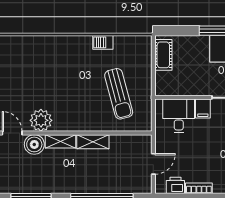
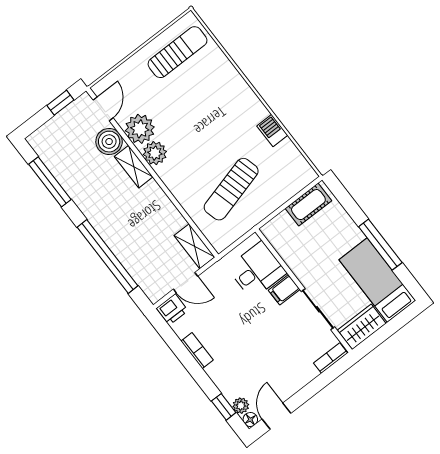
sun lounger: (13, 63) -> (178, 52), added
plant: (62, 123) -> (155, 153), added
shelving: (93, 142) -> (195, 246), moved
printer: (175, 185) -> (172, 309), moved, turned 90

